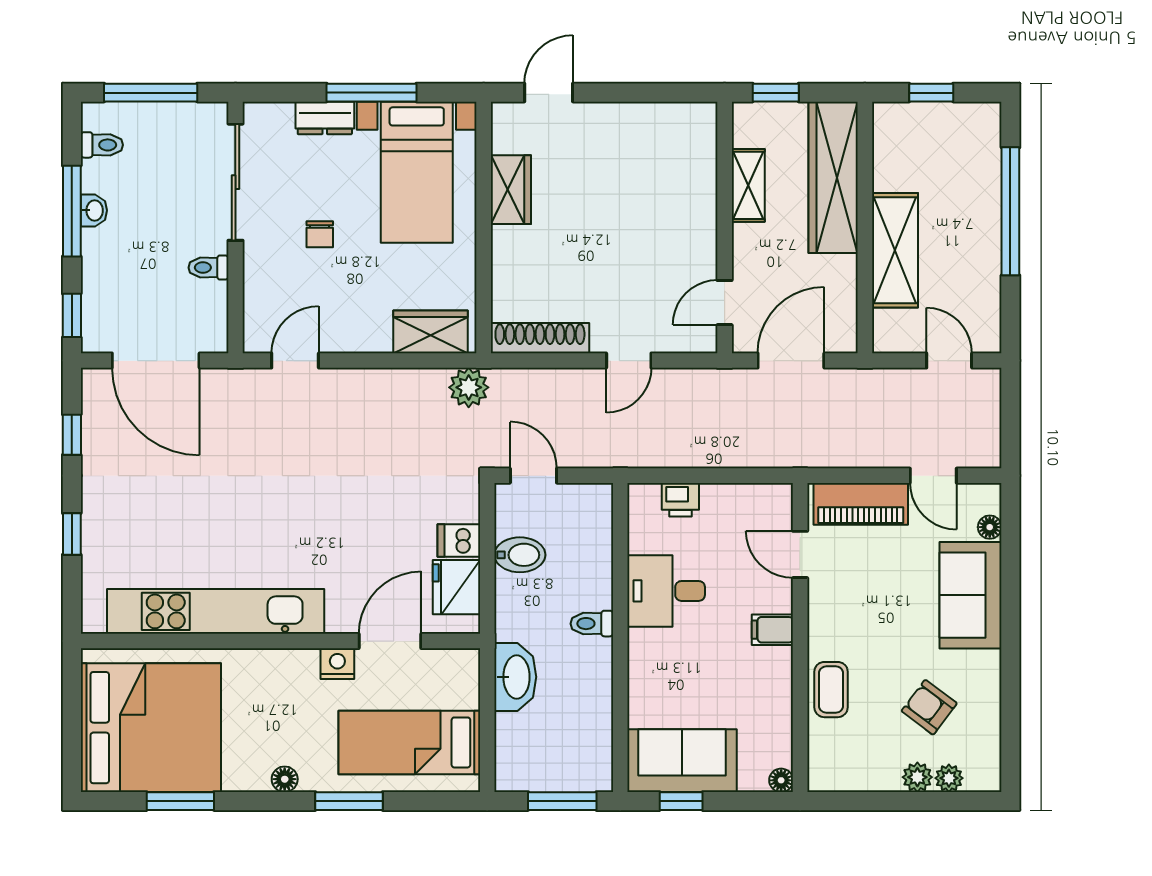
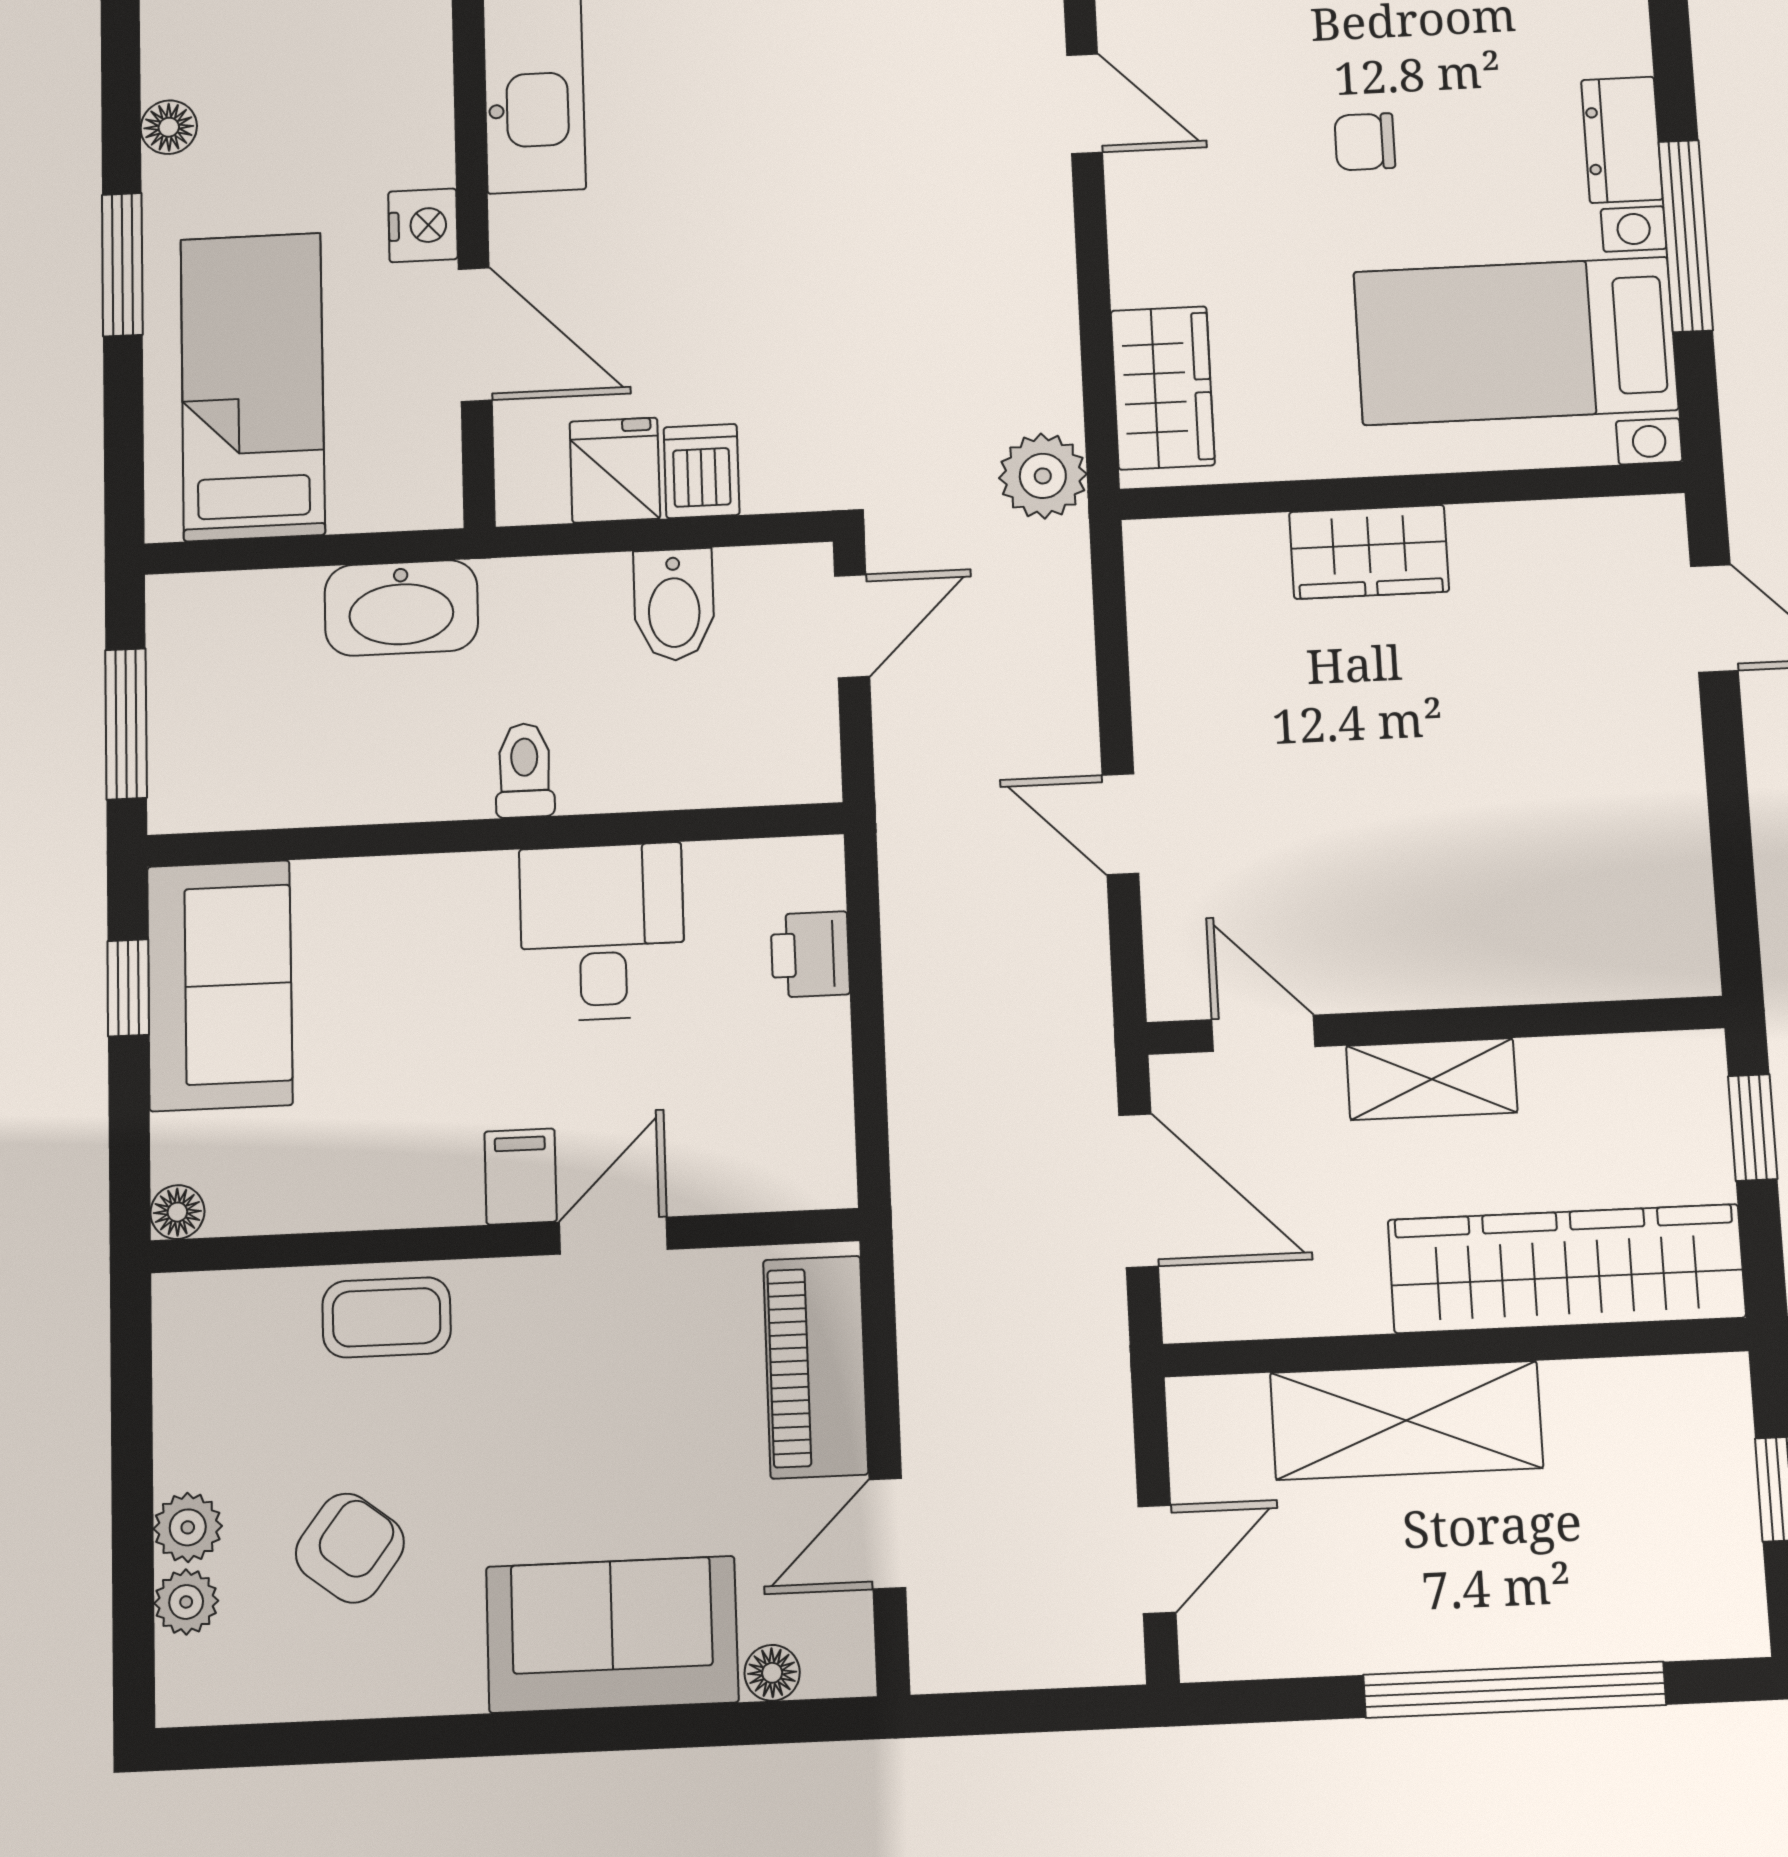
shelving: (748, 185) -> (1432, 1079), moved
wardrobe: (511, 190) -> (1369, 552), moved
shoe rack: (540, 338) -> (1161, 626), removed
door: (800, 554) -> (613, 1236), moved
fridge: (456, 587) -> (615, 470), width x0.72

